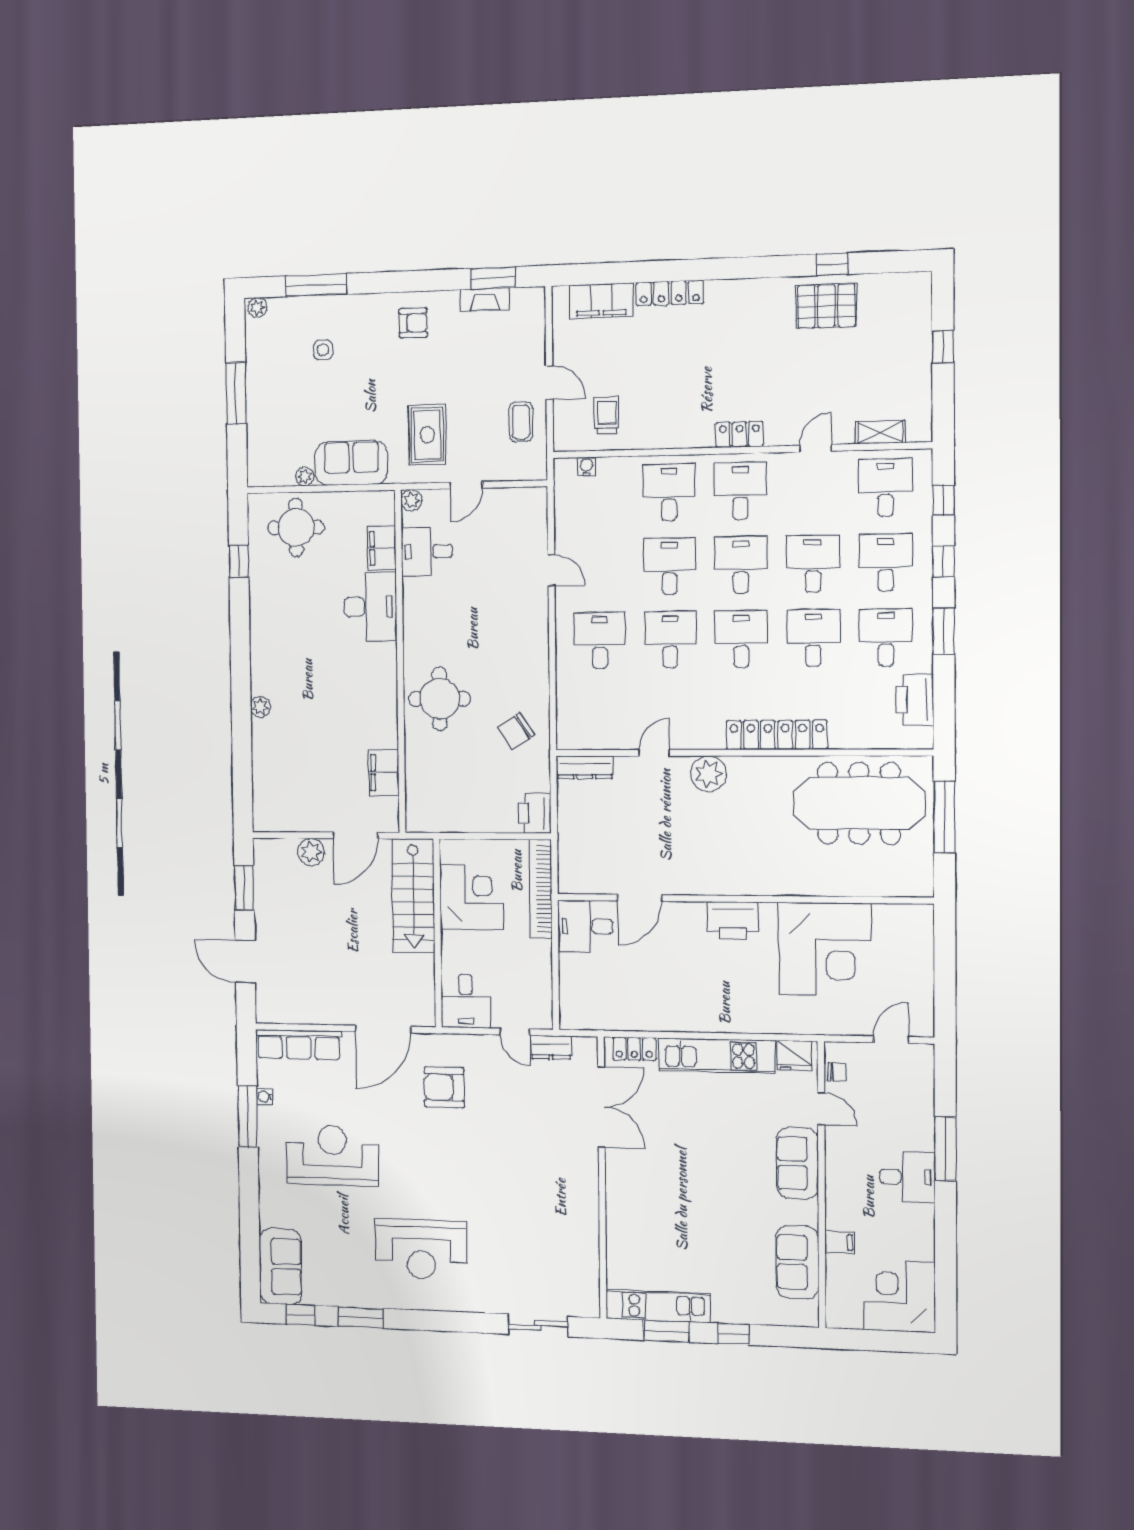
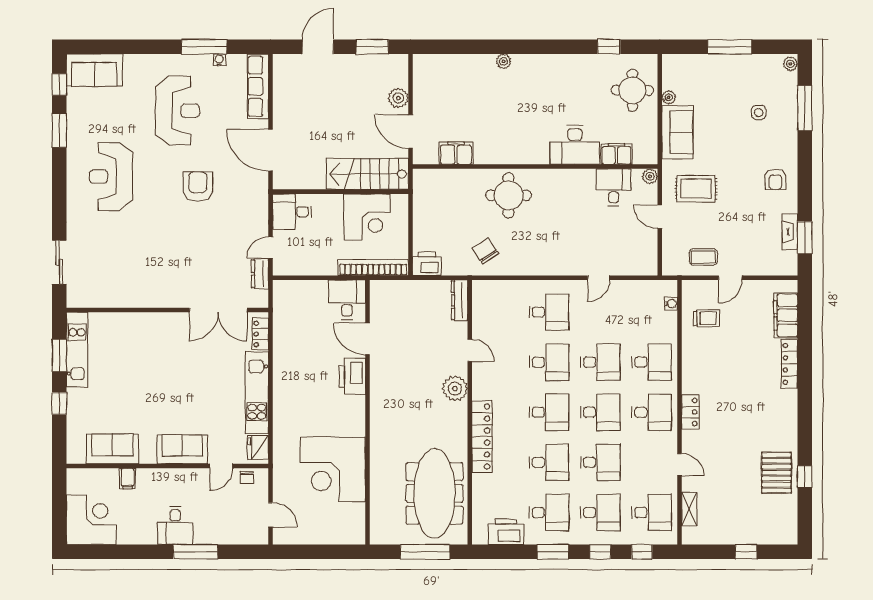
printer: (733, 920) -> (352, 376), moved
armchair: (444, 1087) -> (198, 186), moved

